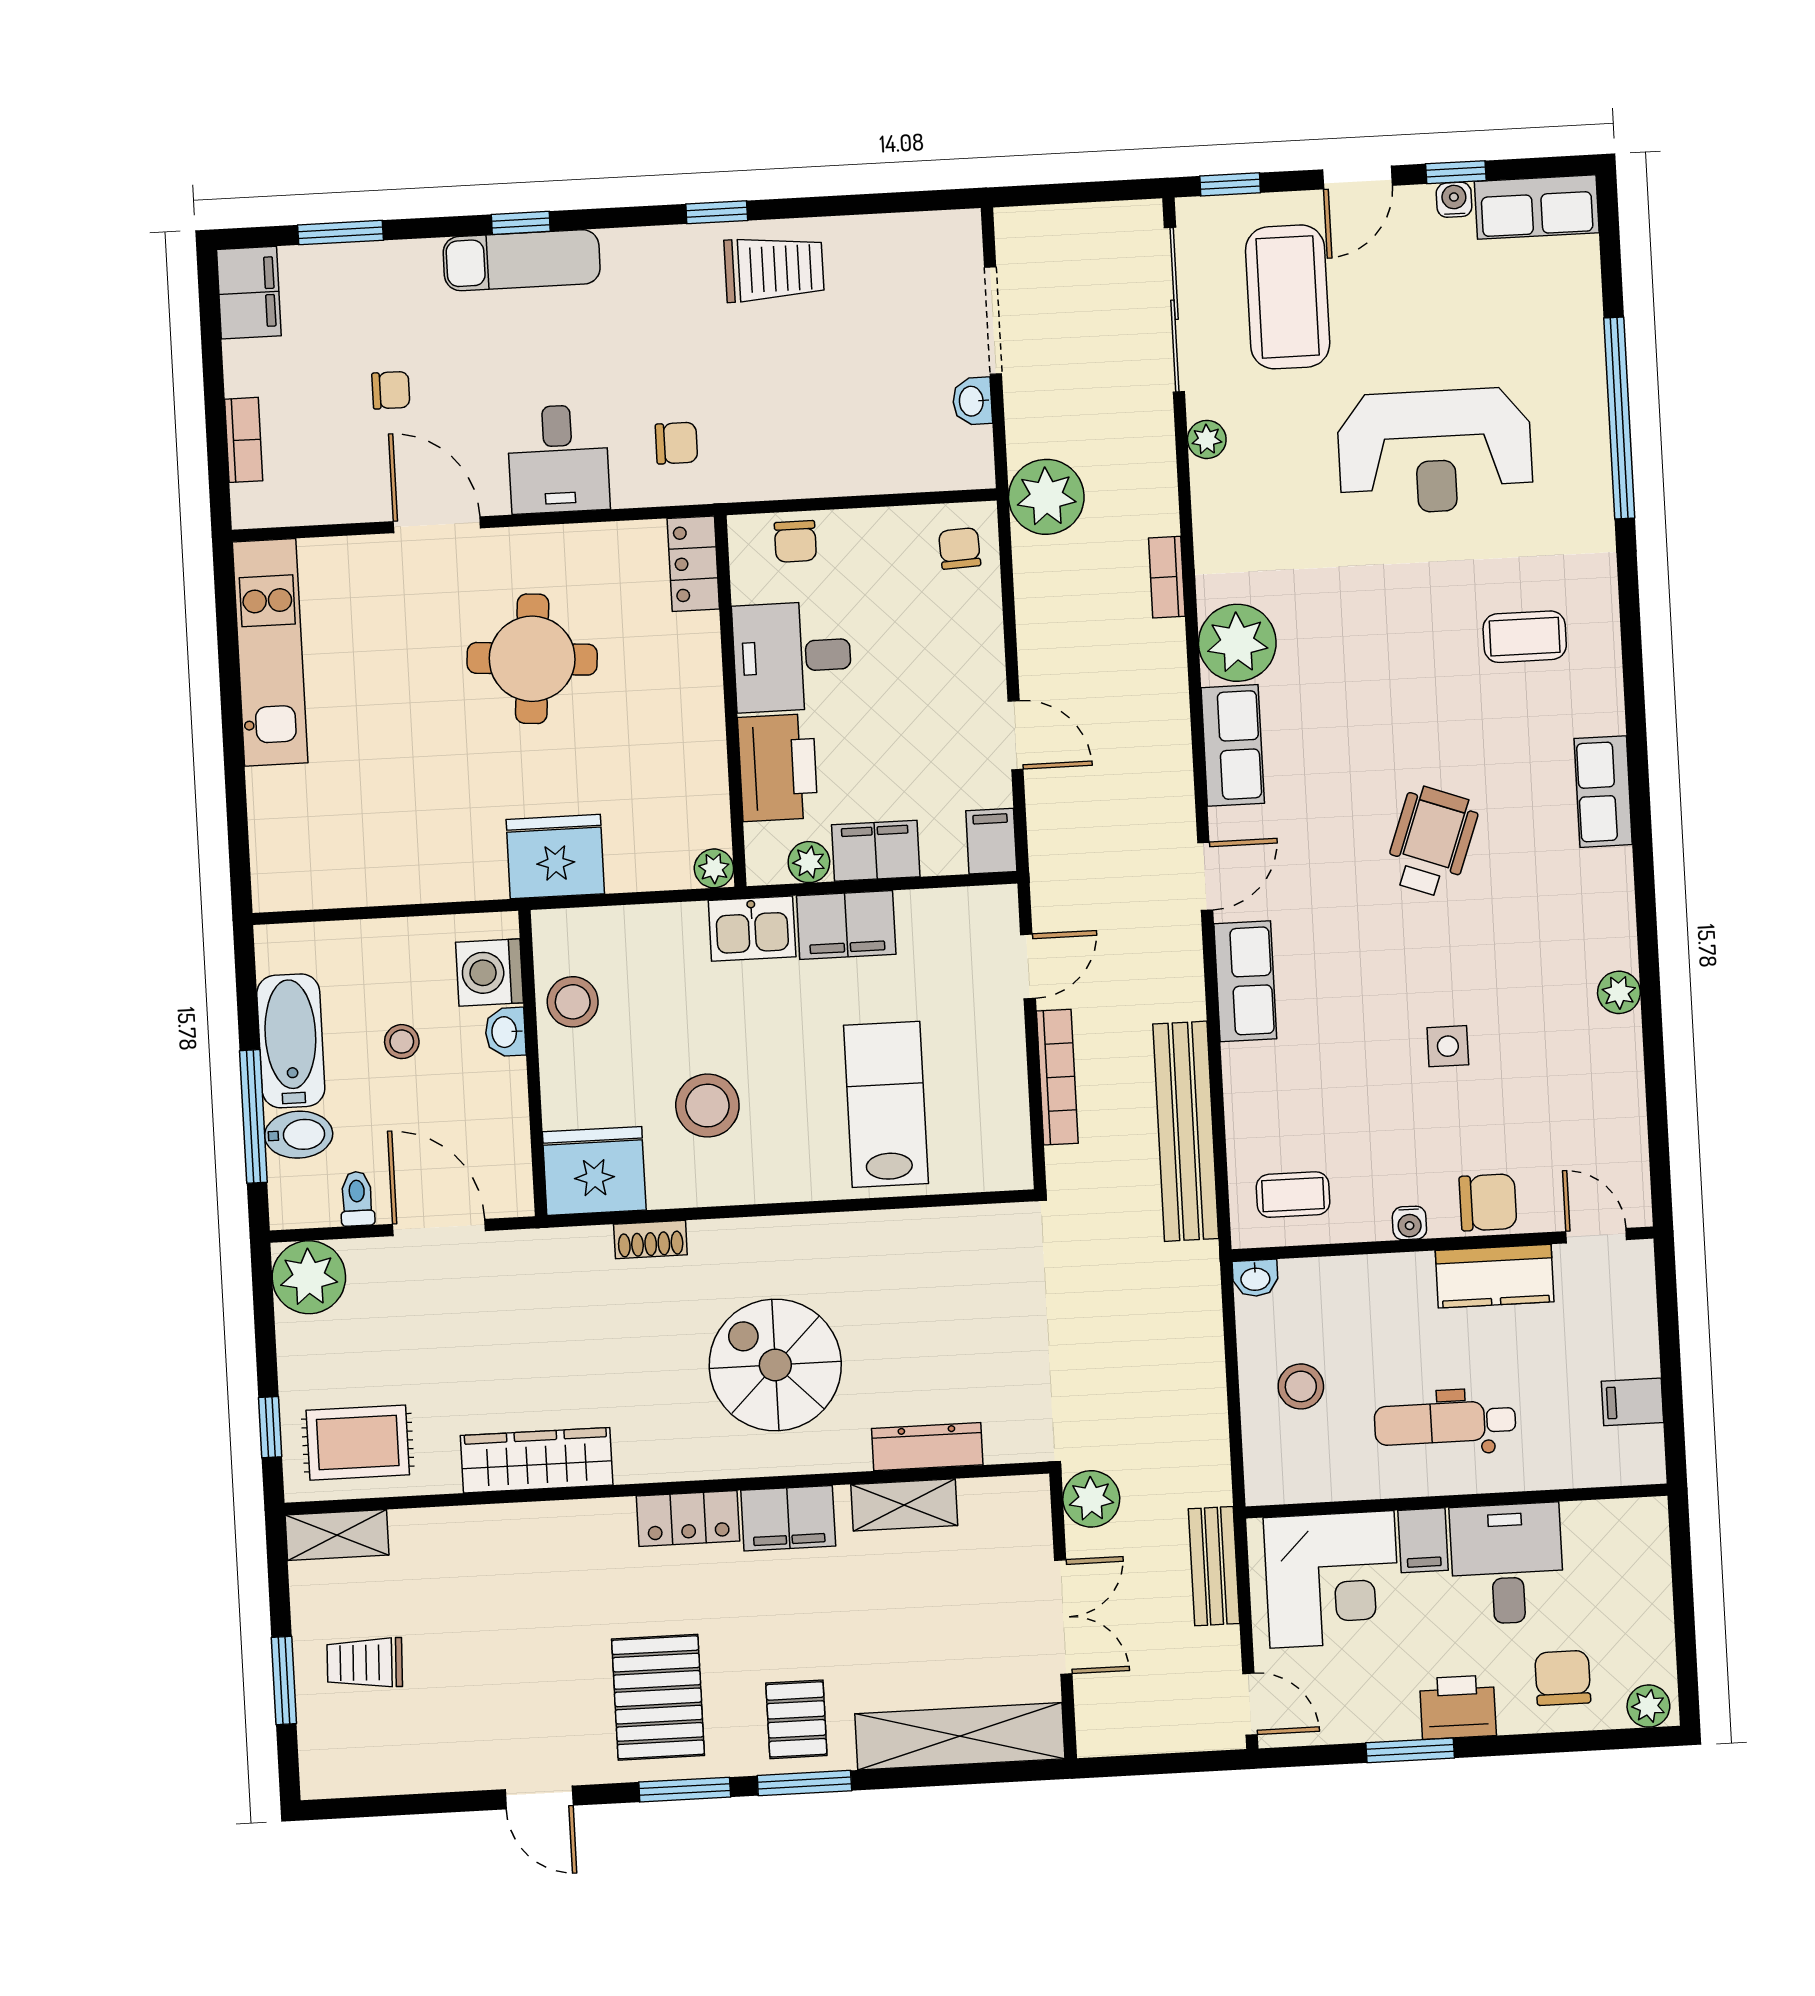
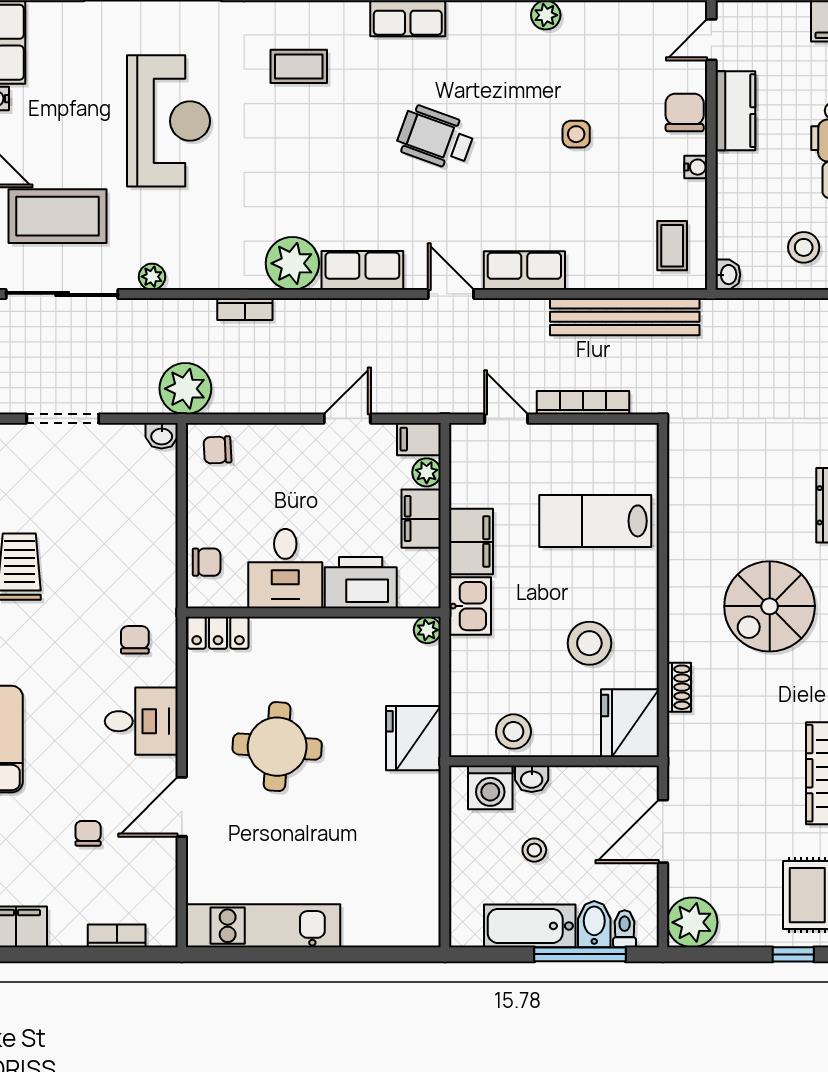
washbasin: (972, 401) -> (162, 436), moved
coffee table: (1525, 637) -> (299, 66), turned 90
plant: (809, 862) -> (427, 472), moved
toilet: (357, 1199) -> (625, 929), moved, turned 90

